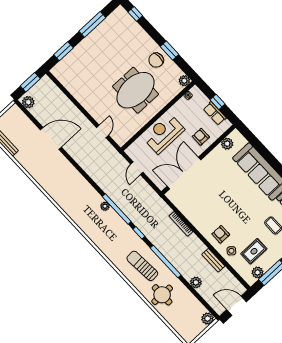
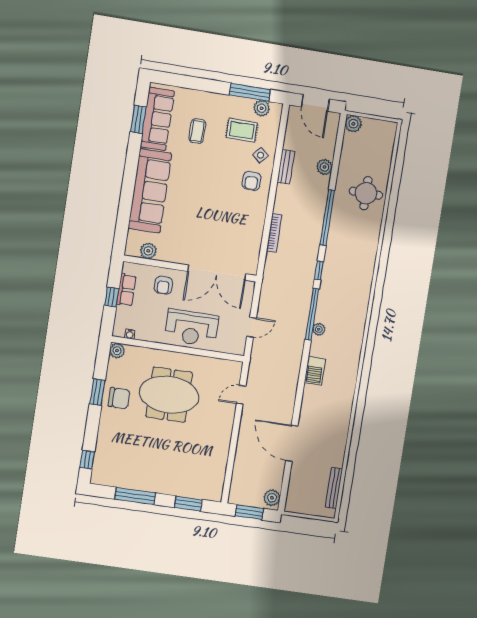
barbecue: (83, 185) -> (315, 371), added
sun lounger: (142, 266) -> (351, 239), removed

